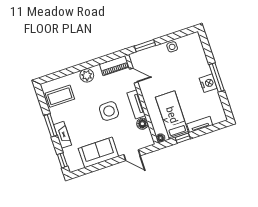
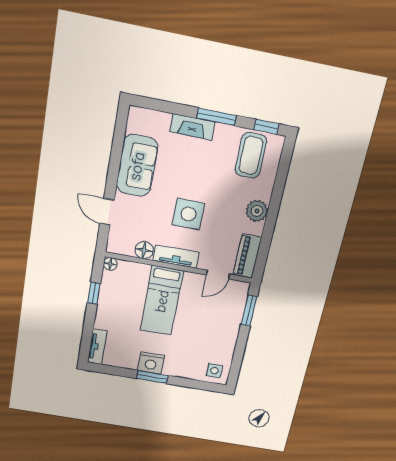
side table: (172, 47) -> (214, 371), moved
window: (217, 77) -> (152, 377), width x0.69
bed: (172, 115) -> (162, 301), moved, turned 90
tv unit: (200, 124) -> (97, 347), moved
door: (132, 155) -> (107, 212), hinge flipped
window: (62, 160) -> (267, 127), moved

